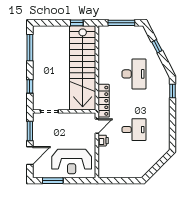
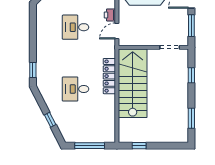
window: (30, 48) -> (191, 118), width x0.69
stairs: (83, 68) -> (133, 83), width x0.73
desk: (134, 74) -> (76, 89), width x0.73
locker: (104, 101) -> (109, 76), moved

